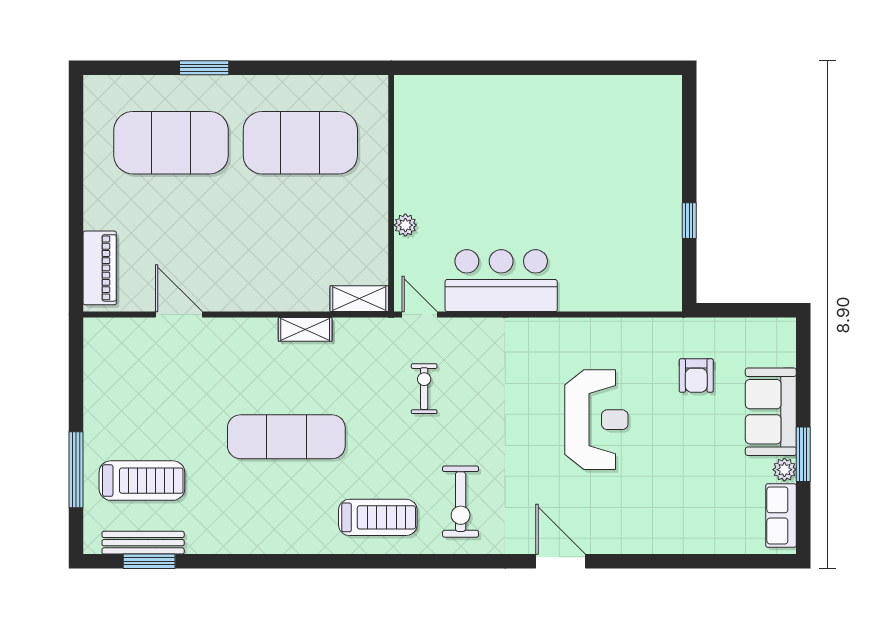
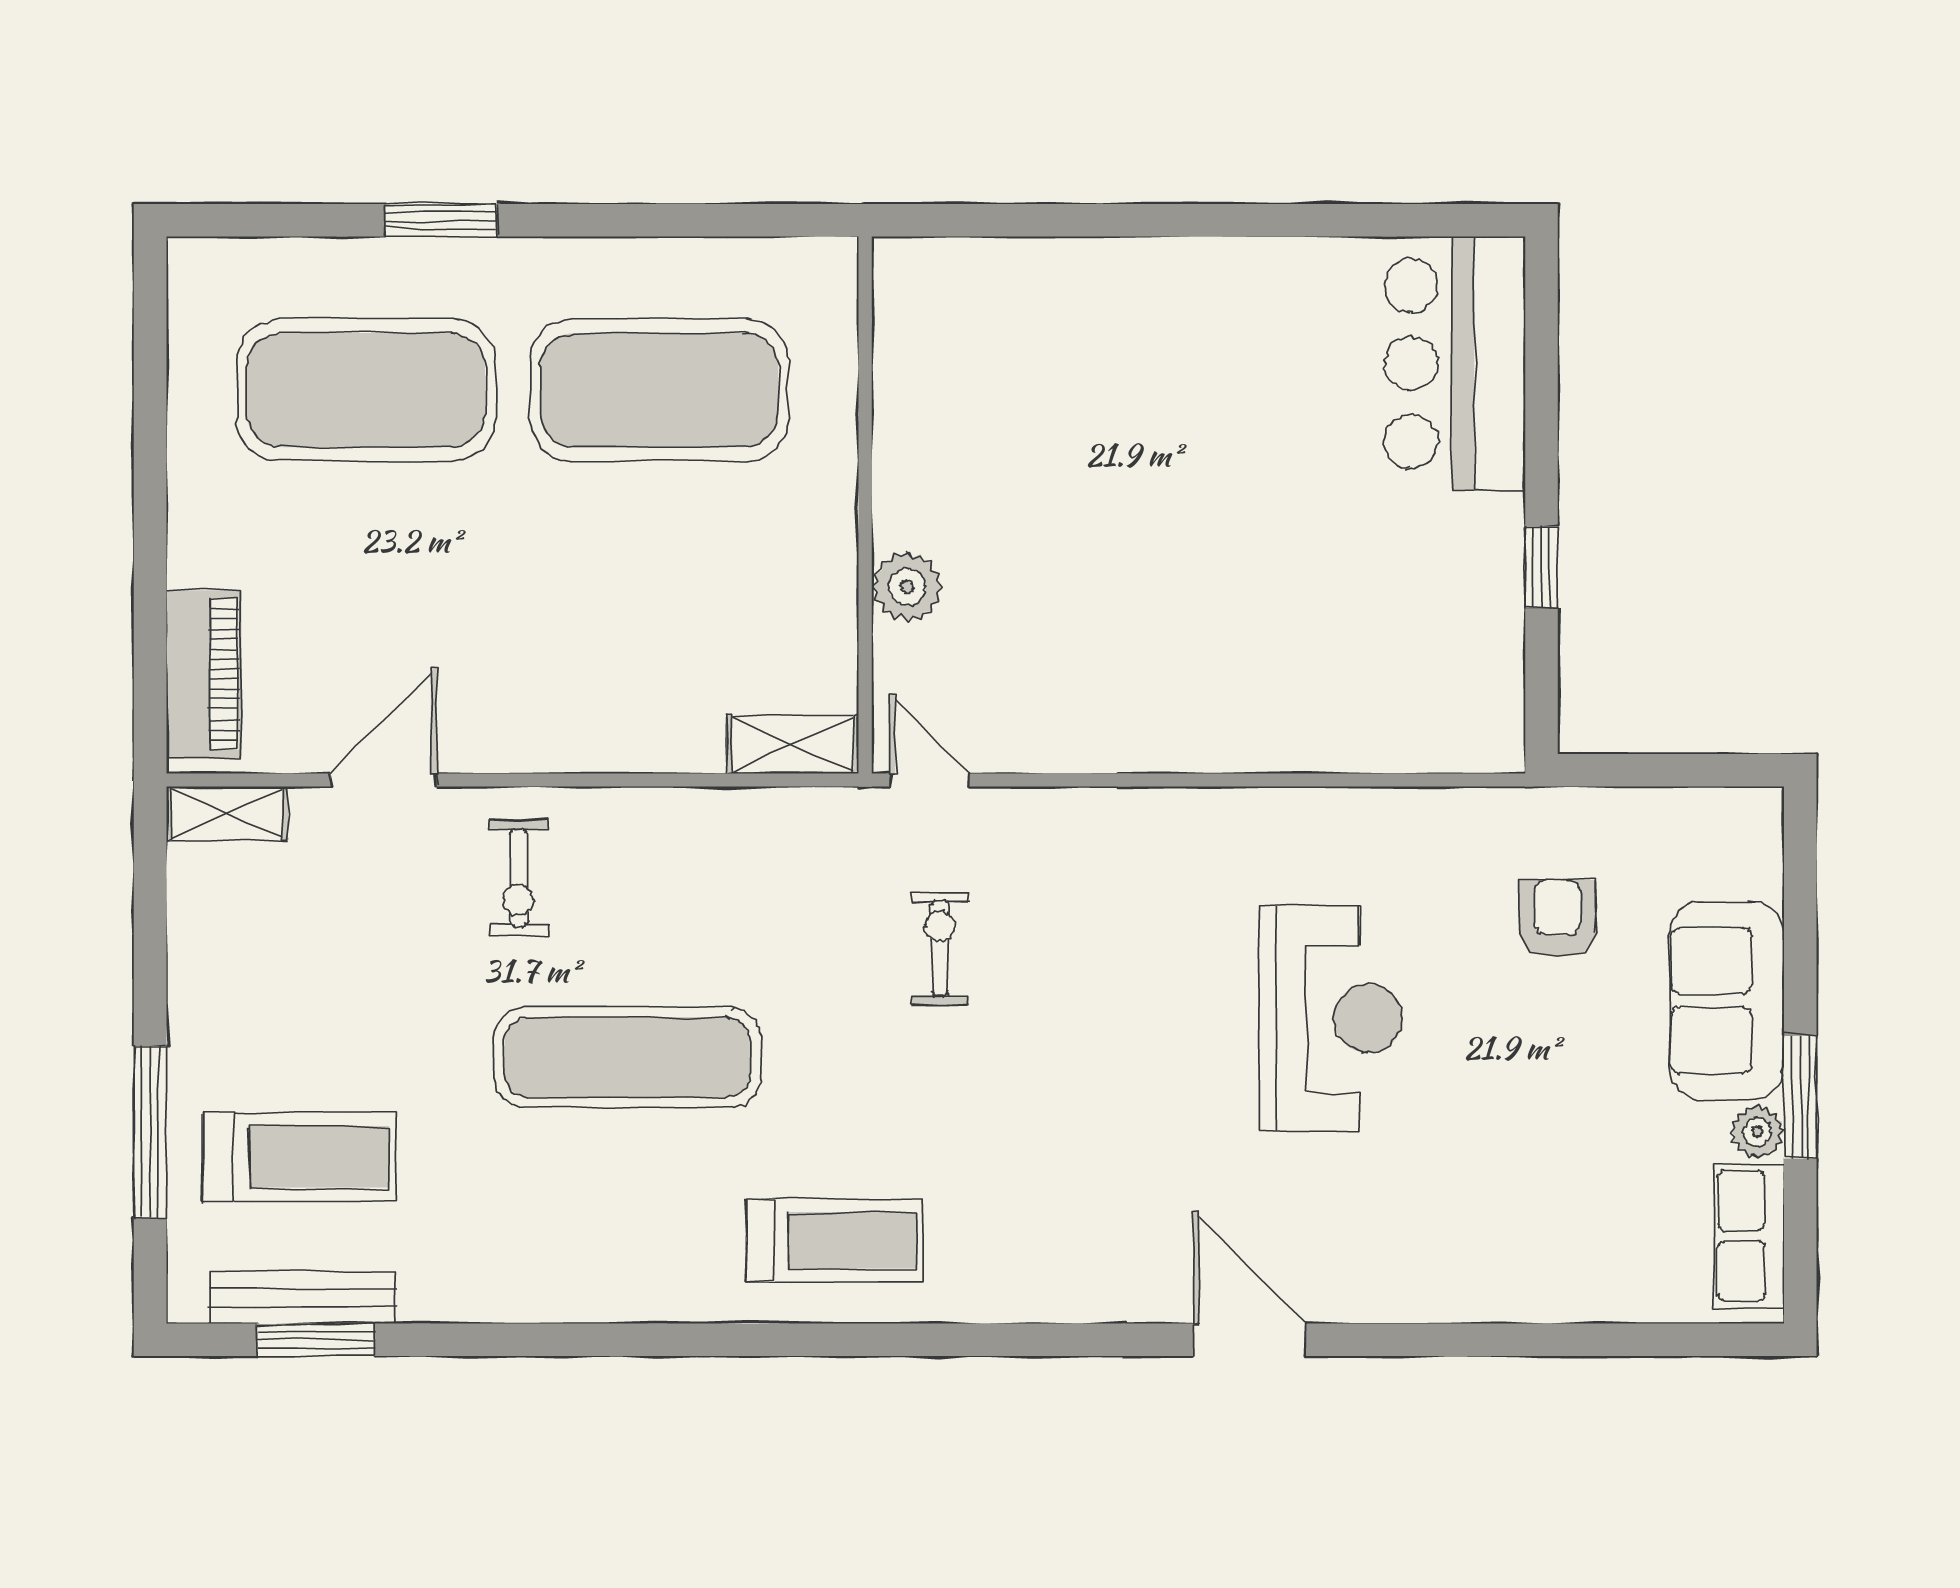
plant: (405, 225) -> (907, 587), width x1.38, depth x1.38
bar counter: (501, 281) -> (1455, 363), moved, turned -90
door: (179, 315) -> (384, 780), hinge flipped
shelving: (305, 329) -> (227, 814), moved
armchair: (696, 375) -> (1557, 918), turned 180
exercise bike: (461, 502) -> (519, 878), moved, width x0.73, depth x0.72

